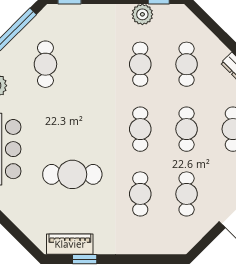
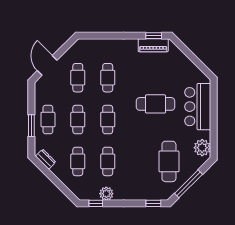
cafe table: (45, 64) -> (169, 161), width x1.37, depth x1.35
cafe table: (72, 174) -> (156, 104), moved
window: (85, 259) -> (154, 36), moved

